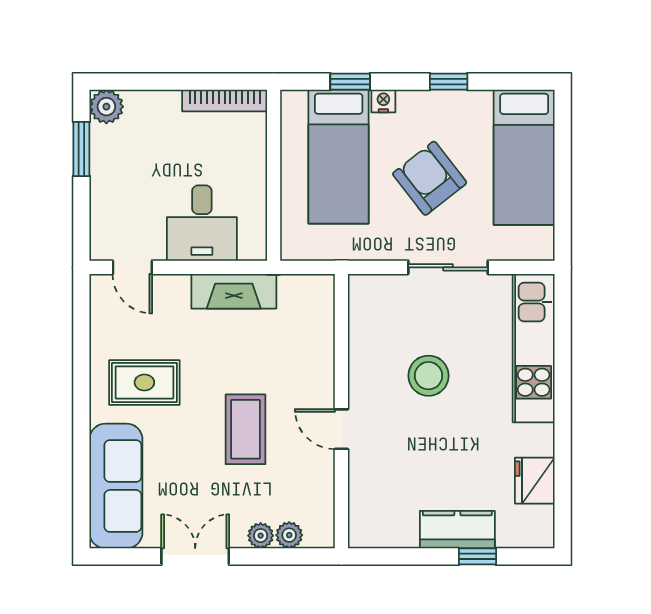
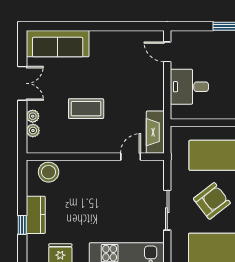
door: (132, 267) -> (167, 52), hinge flipped
fireplace: (234, 291) -> (155, 132), moved
stool: (428, 376) -> (49, 172), moved
rug: (144, 382) -> (109, 58), removed
door: (341, 429) -> (131, 157), moved

